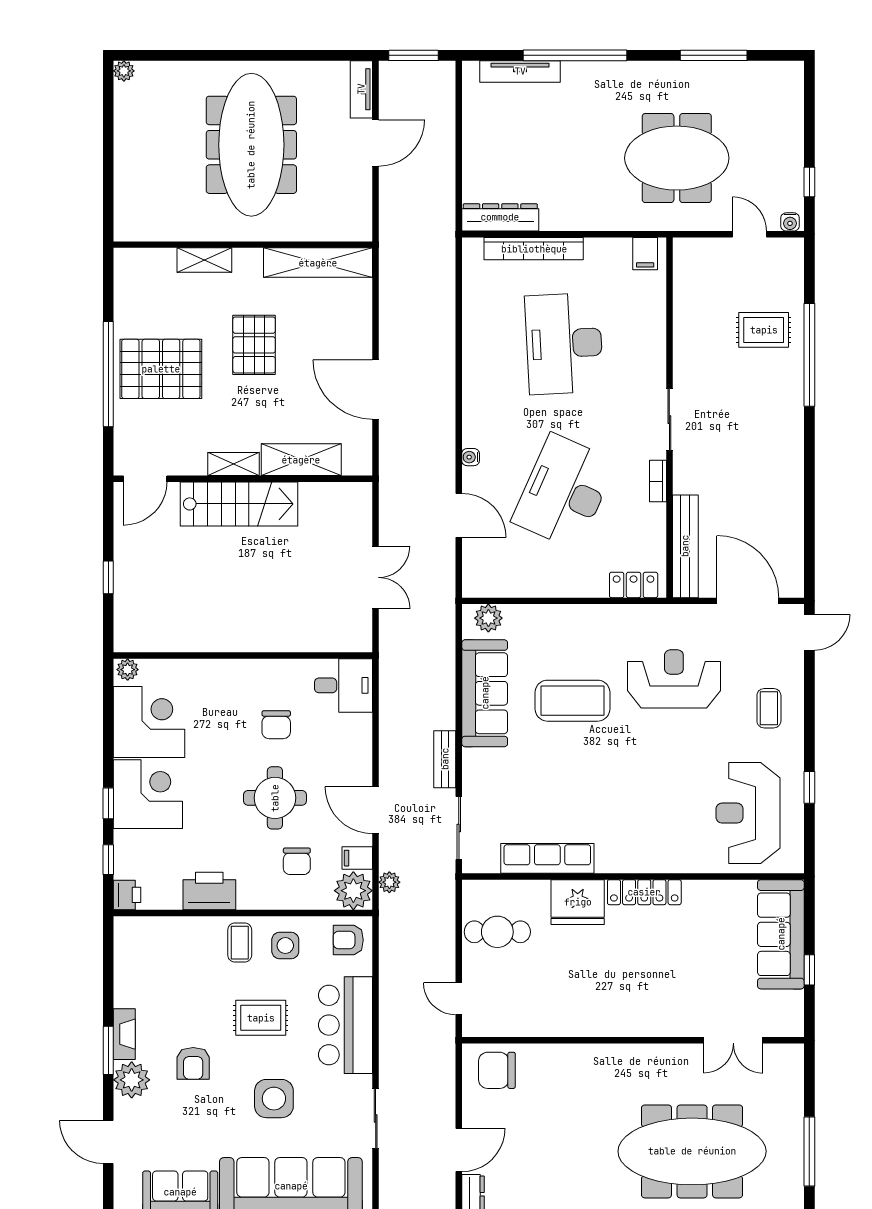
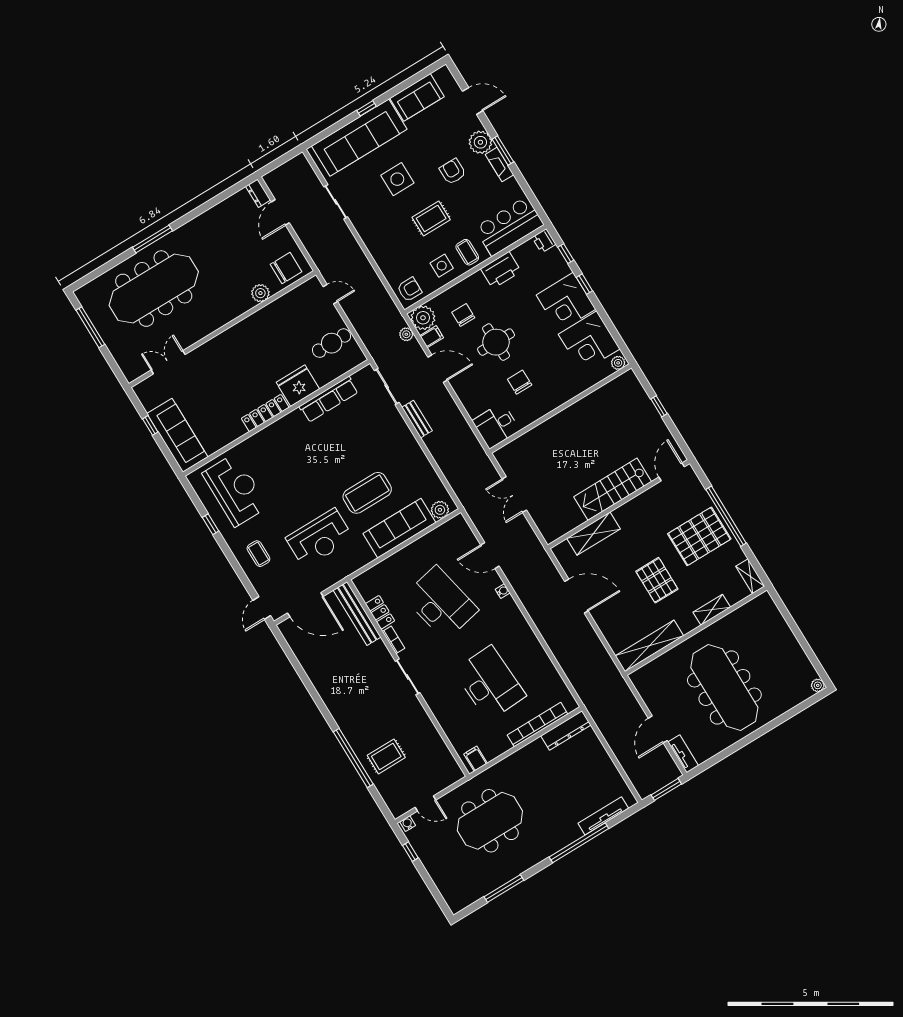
shelving: (234, 464) -> (750, 576), moved, turned 90
desk: (564, 492) -> (441, 603), turned -36
locker: (634, 585) -> (380, 612), moved, turned -90
sofa: (485, 693) -> (399, 528), moved, turned 90
bar counter: (346, 1025) -> (509, 226), moved, turned -90
plant: (552, 1058) -> (260, 293), added

